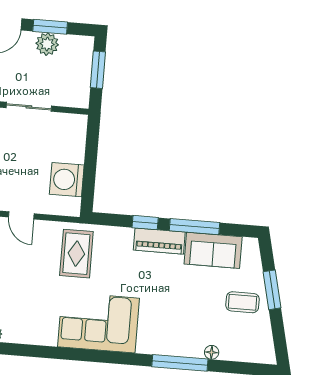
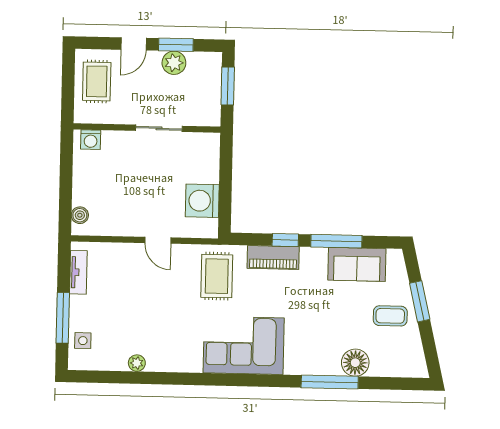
piano: (159, 241) -> (273, 258), moved
floor lamp: (212, 352) -> (355, 363), width x1.89, depth x1.89

